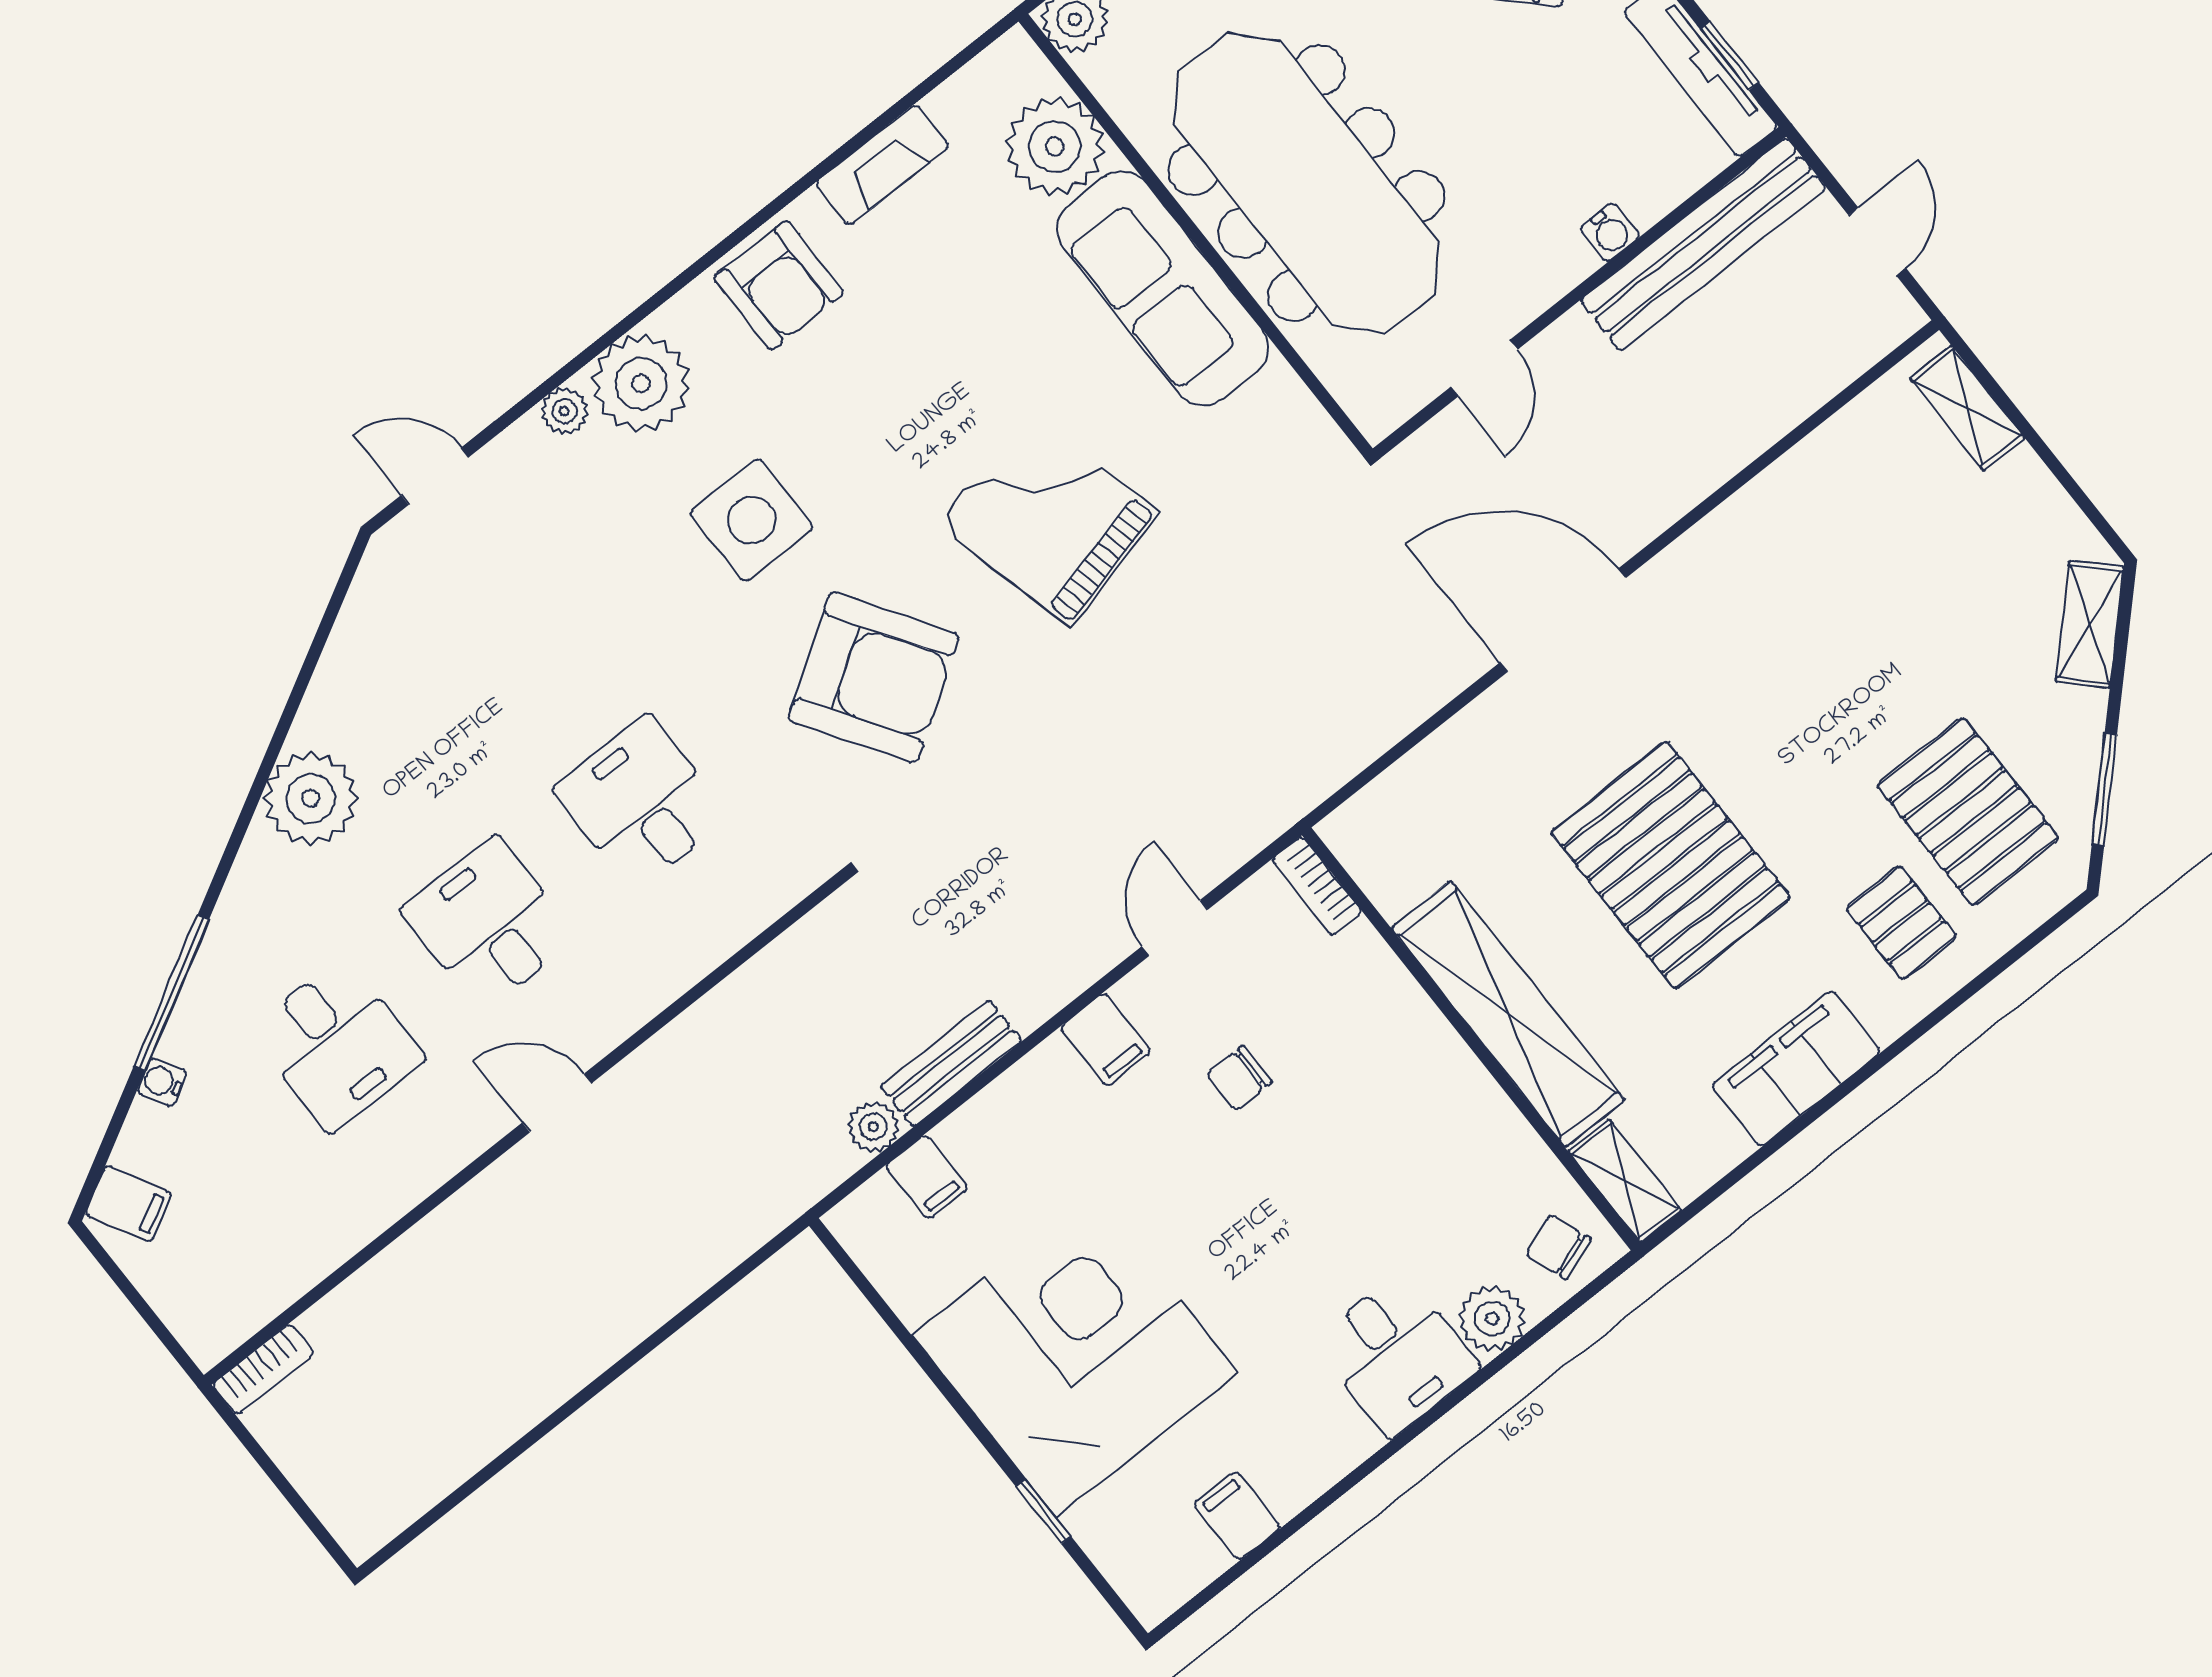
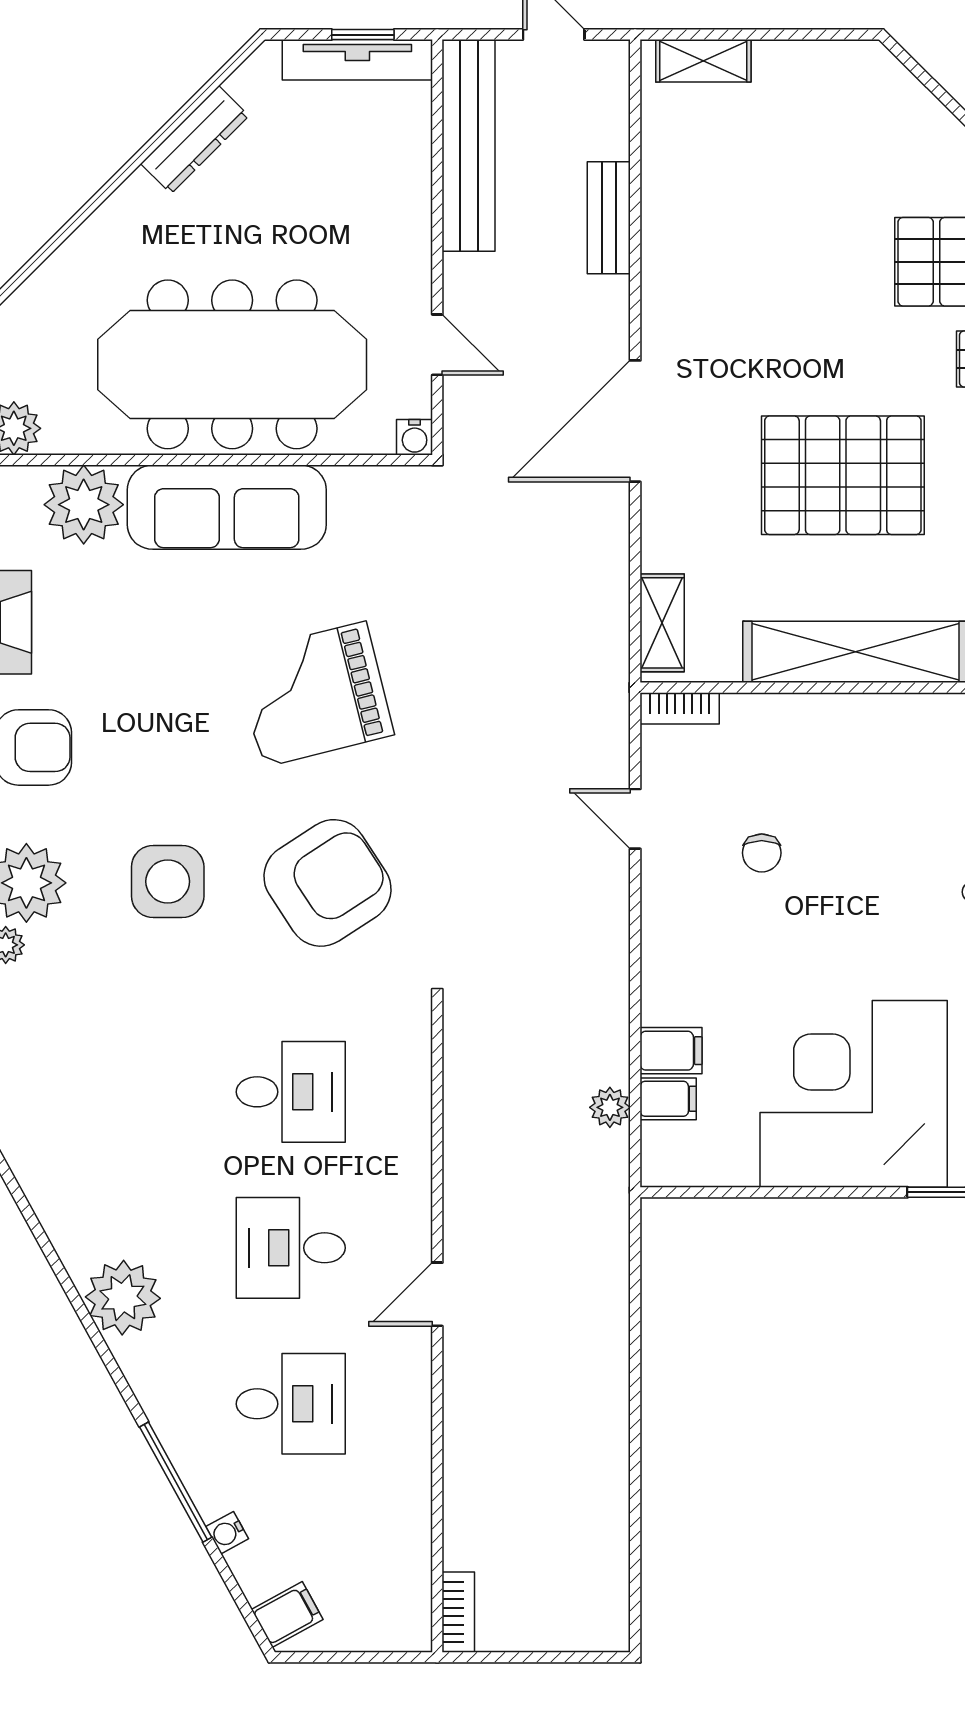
water cooler: (1610, 232) -> (415, 437), moved, turned 90
shelving: (2090, 624) -> (662, 623), moved, turned 45
desk: (641, 803) -> (291, 1092), turned 180
filing cabinet: (1106, 1040) -> (671, 1051), moved
bench: (951, 1063) -> (609, 218), moved

